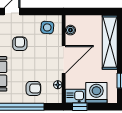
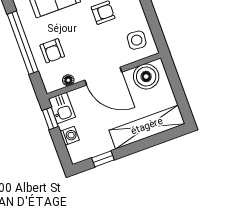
boiler: (70, 30) -> (146, 77), width x1.86, depth x1.86
washing machine: (96, 93) -> (70, 136), width x0.53, depth x0.53

